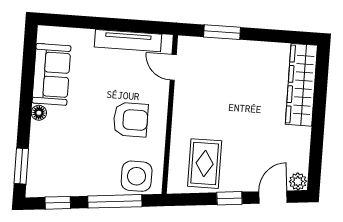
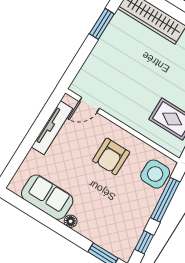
window: (222, 32) -> (102, 24), moved
armchair: (131, 120) -> (111, 156), turned 180

